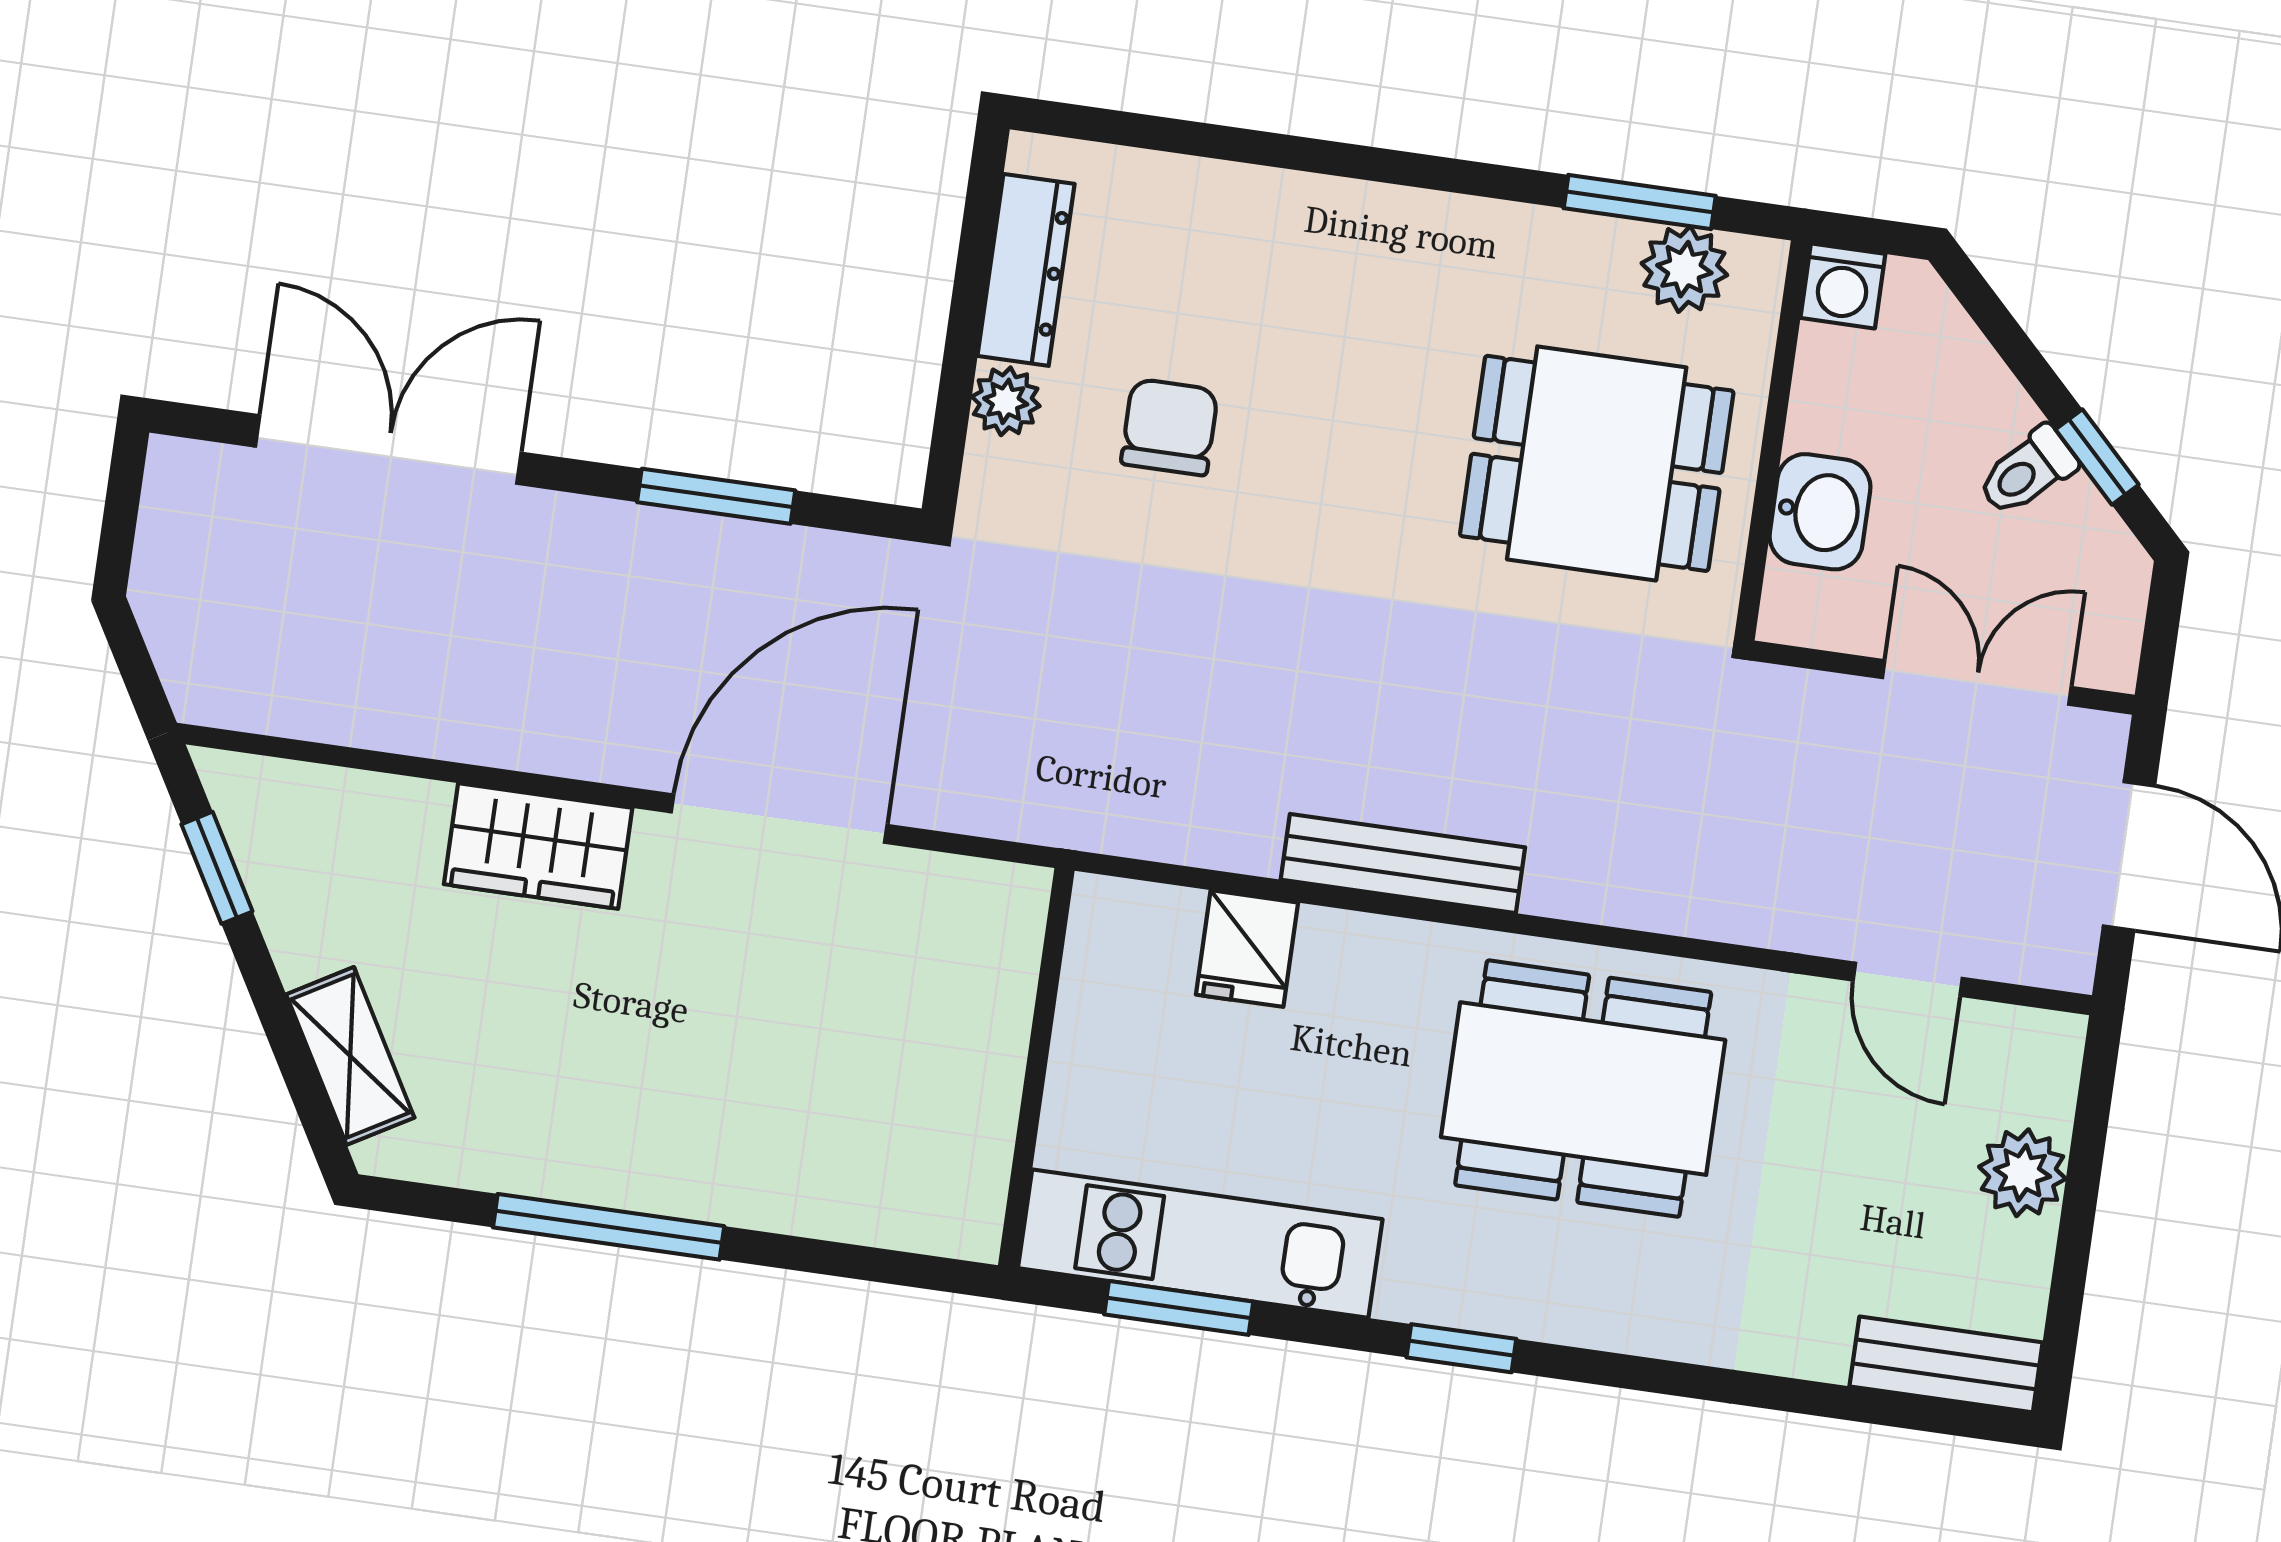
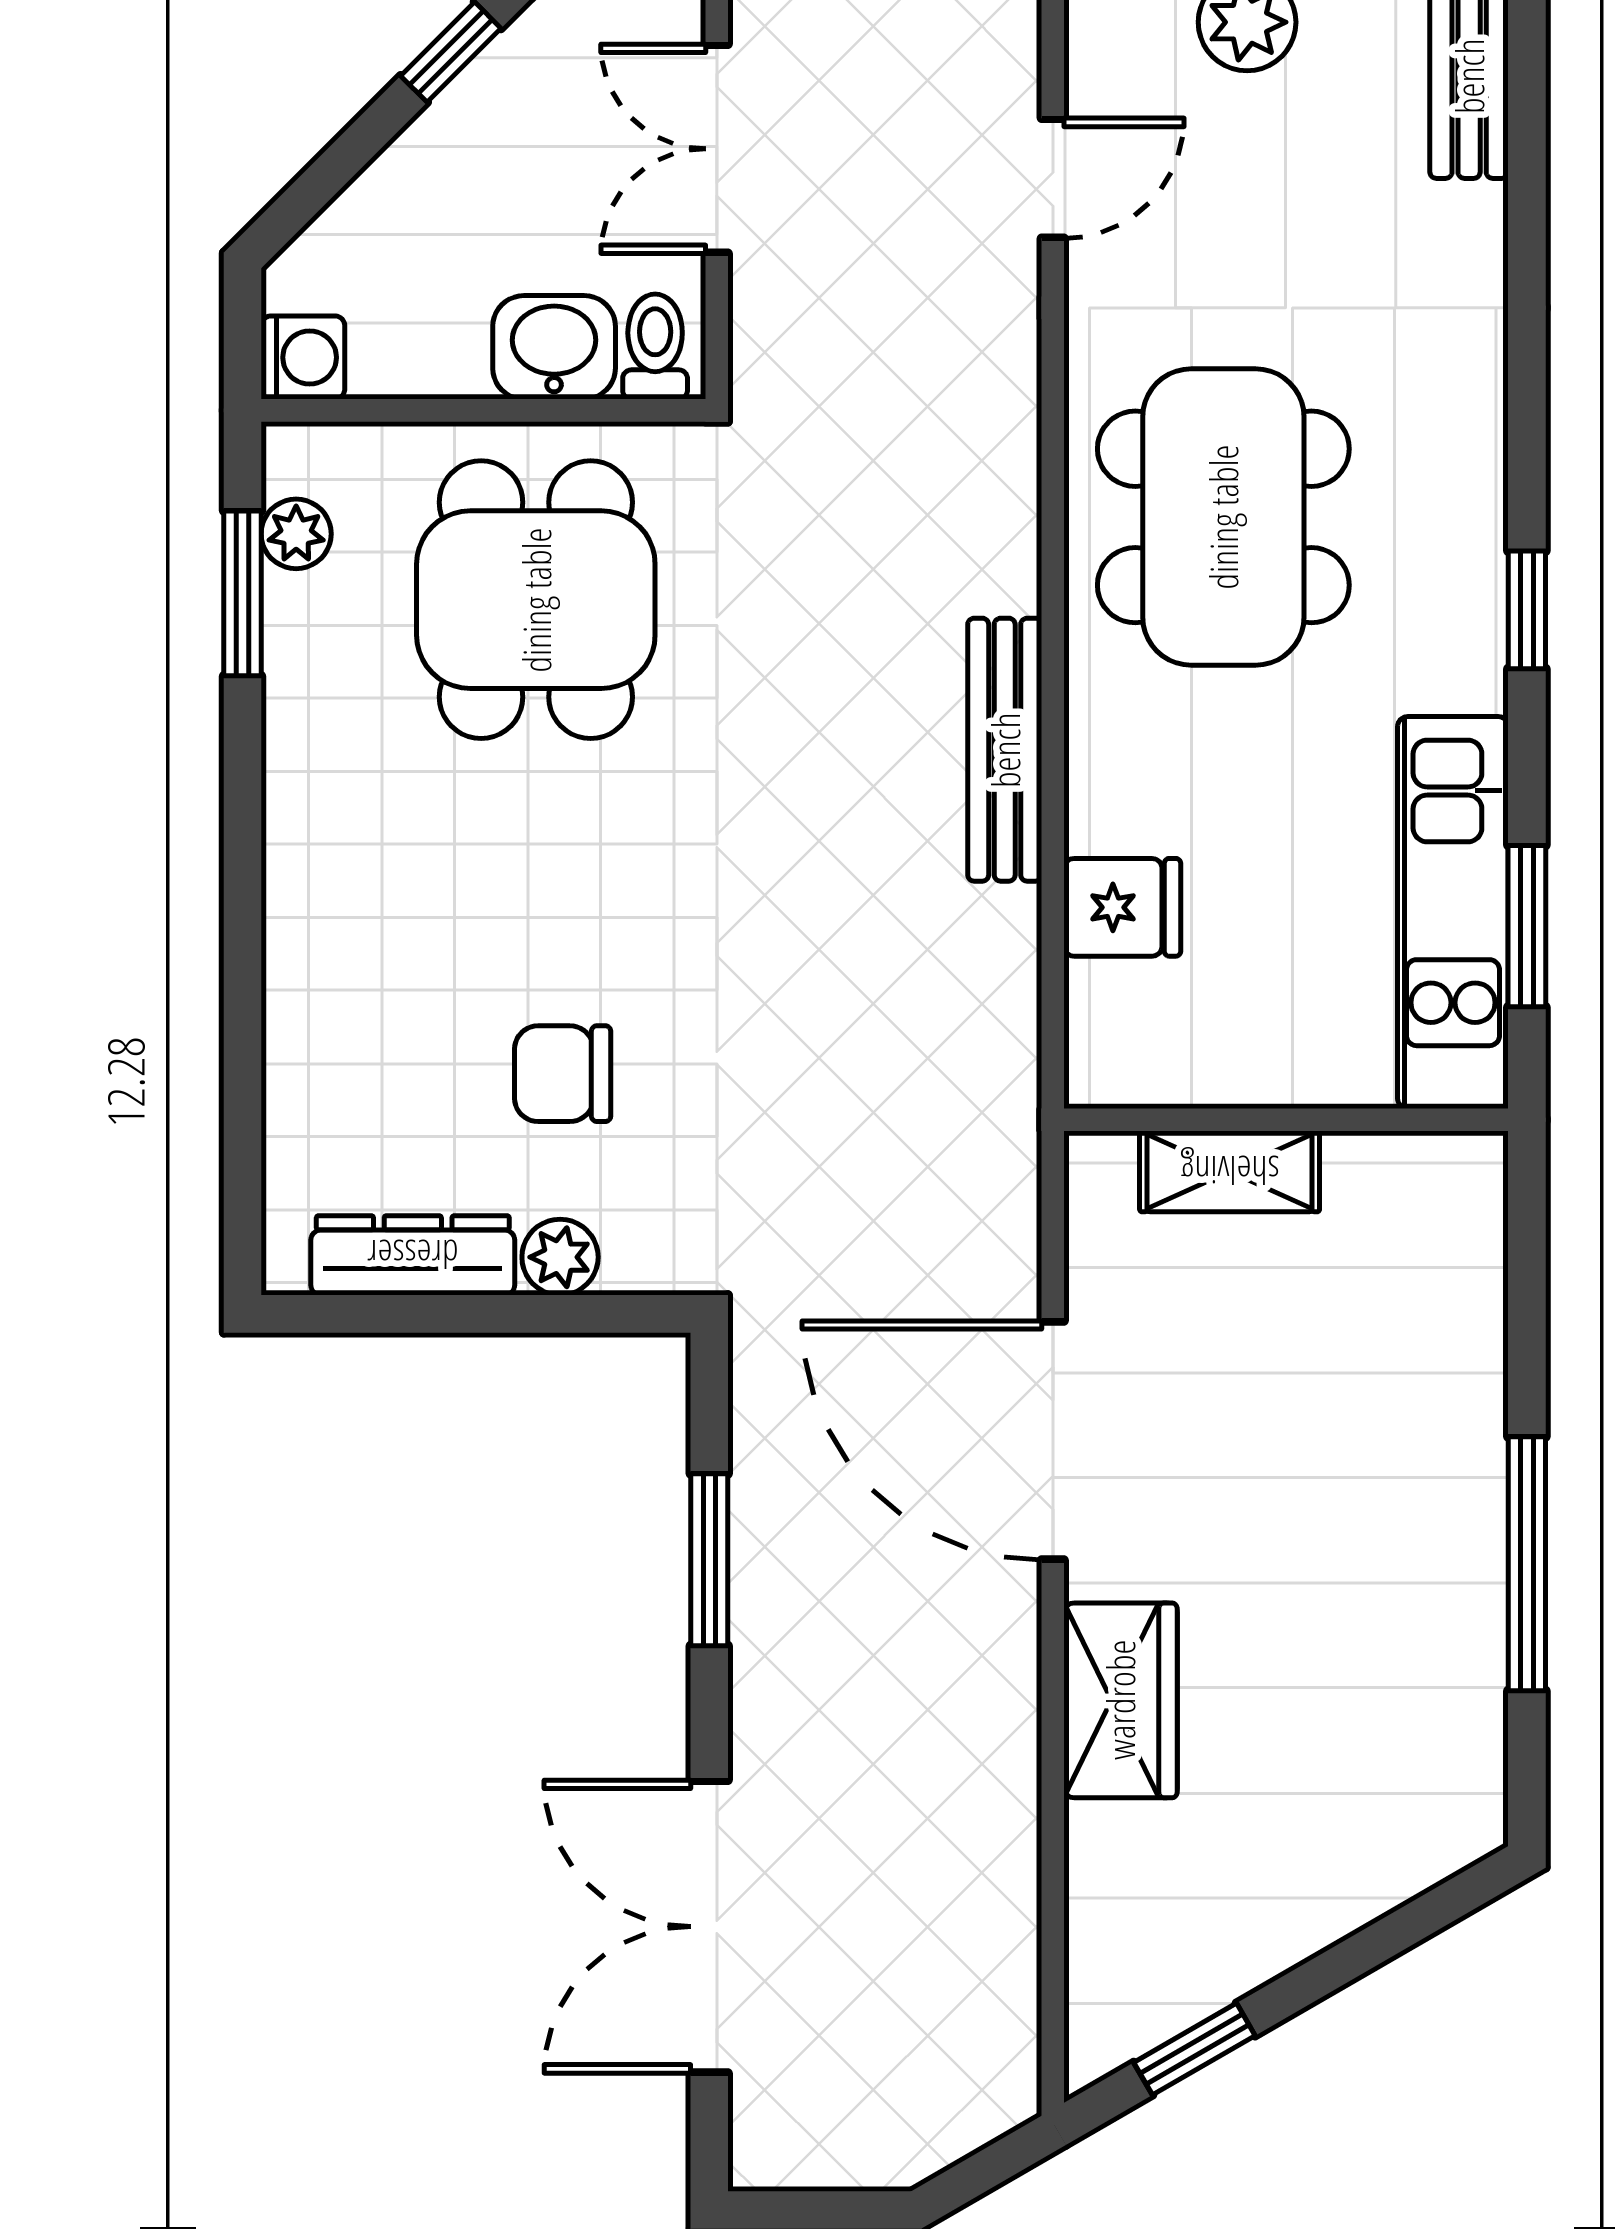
plant: (1684, 269) -> (296, 534), width x0.73, depth x0.73
toilet: (2027, 471) -> (655, 347), moved, turned -135
shelving: (350, 1056) -> (1230, 1171), moved, turned 30

